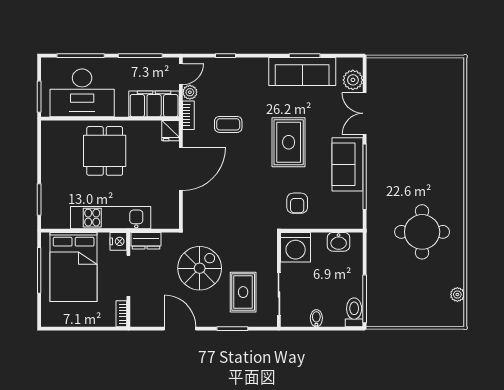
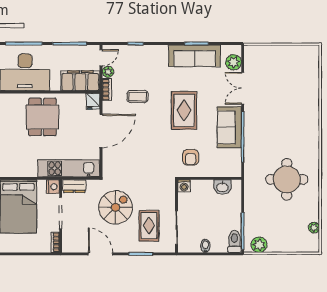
kitchen unit: (111, 218) -> (69, 168), moved
washing machine: (296, 247) -> (184, 186), width x0.53, depth x0.53
plant: (386, 317) -> (259, 245), added

